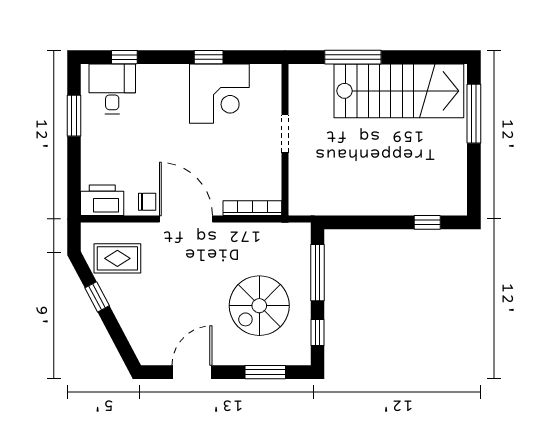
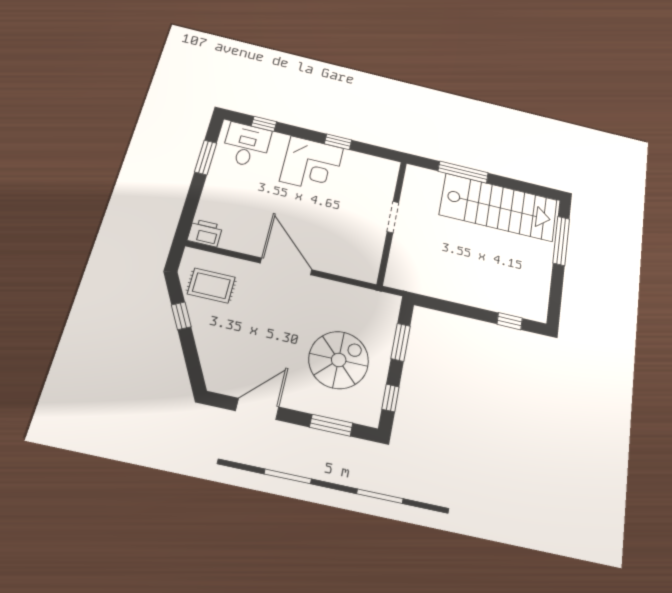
corner desk: (219, 94) -> (312, 165), moved
printer: (102, 200) -> (205, 233), width x0.73, depth x0.84
chair: (147, 202) -> (253, 243), removed
bookcase: (252, 208) -> (351, 272), removed
window: (317, 273) -> (401, 342), width x0.69
spiral stairs: (259, 306) -> (339, 360), turned 180

